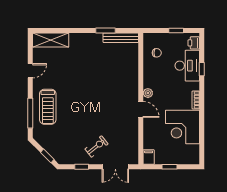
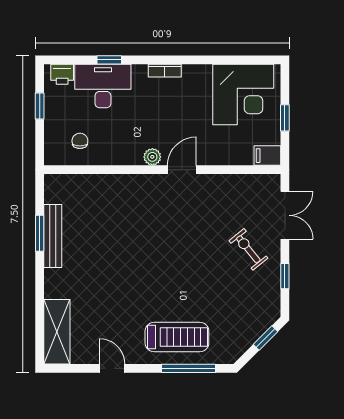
bench: (121, 38) -> (53, 236), moved
corner desk: (183, 127) -> (243, 94), moved

